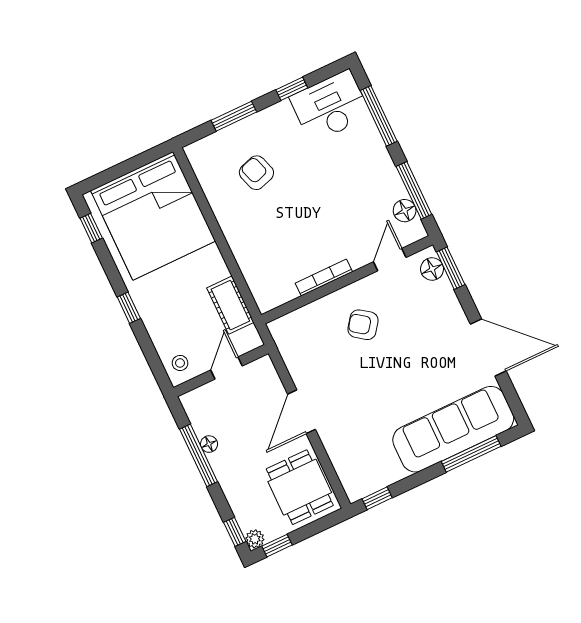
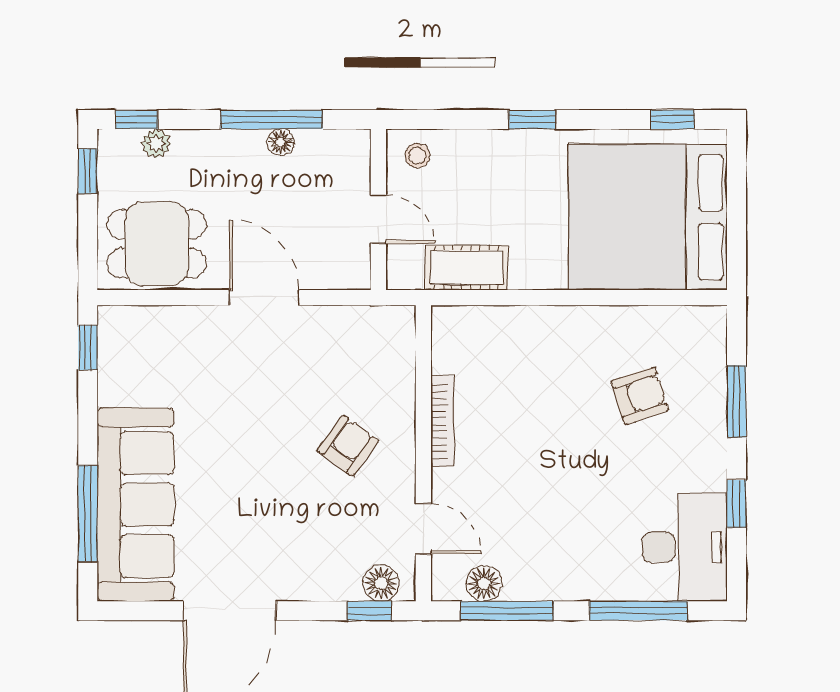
window: (451, 268) -> (369, 611), width x0.67
plant: (255, 539) -> (156, 144), moved

